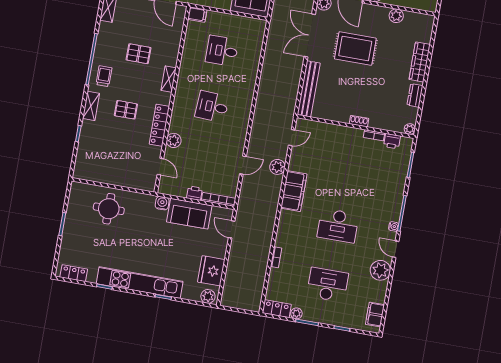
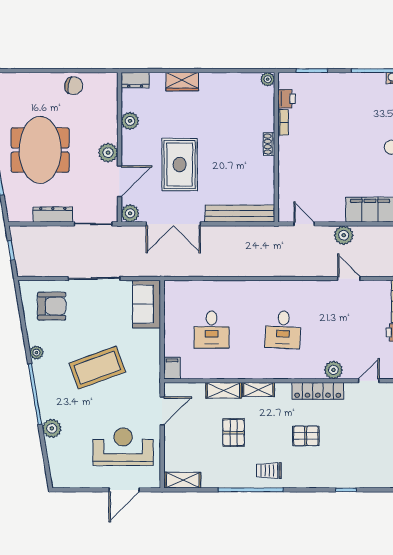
wardrobe: (420, 62) -> (182, 82), width x0.67
dresser: (415, 95) -> (135, 80), moved
shelving: (91, 106) -> (224, 390), moved
pallet: (126, 110) -> (306, 436), turned 90

